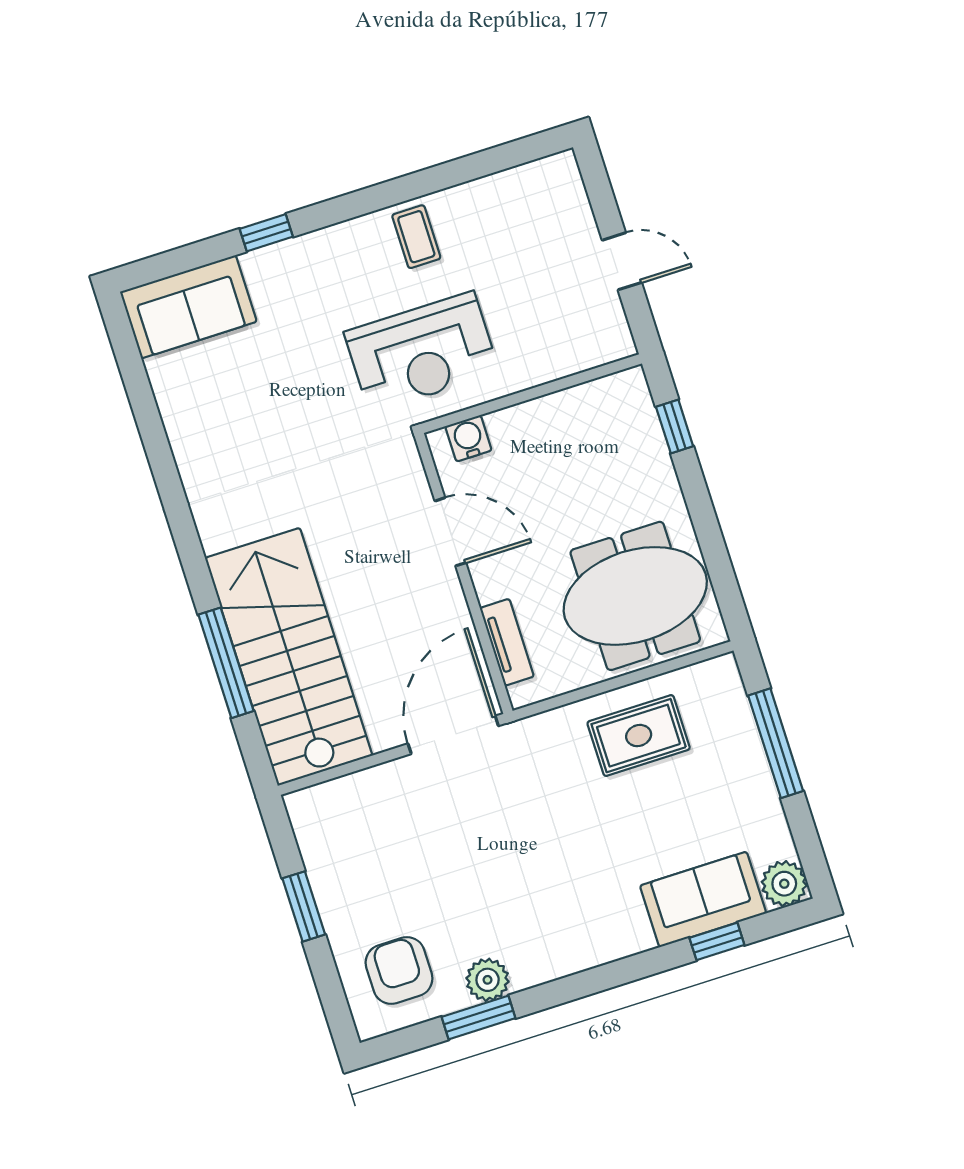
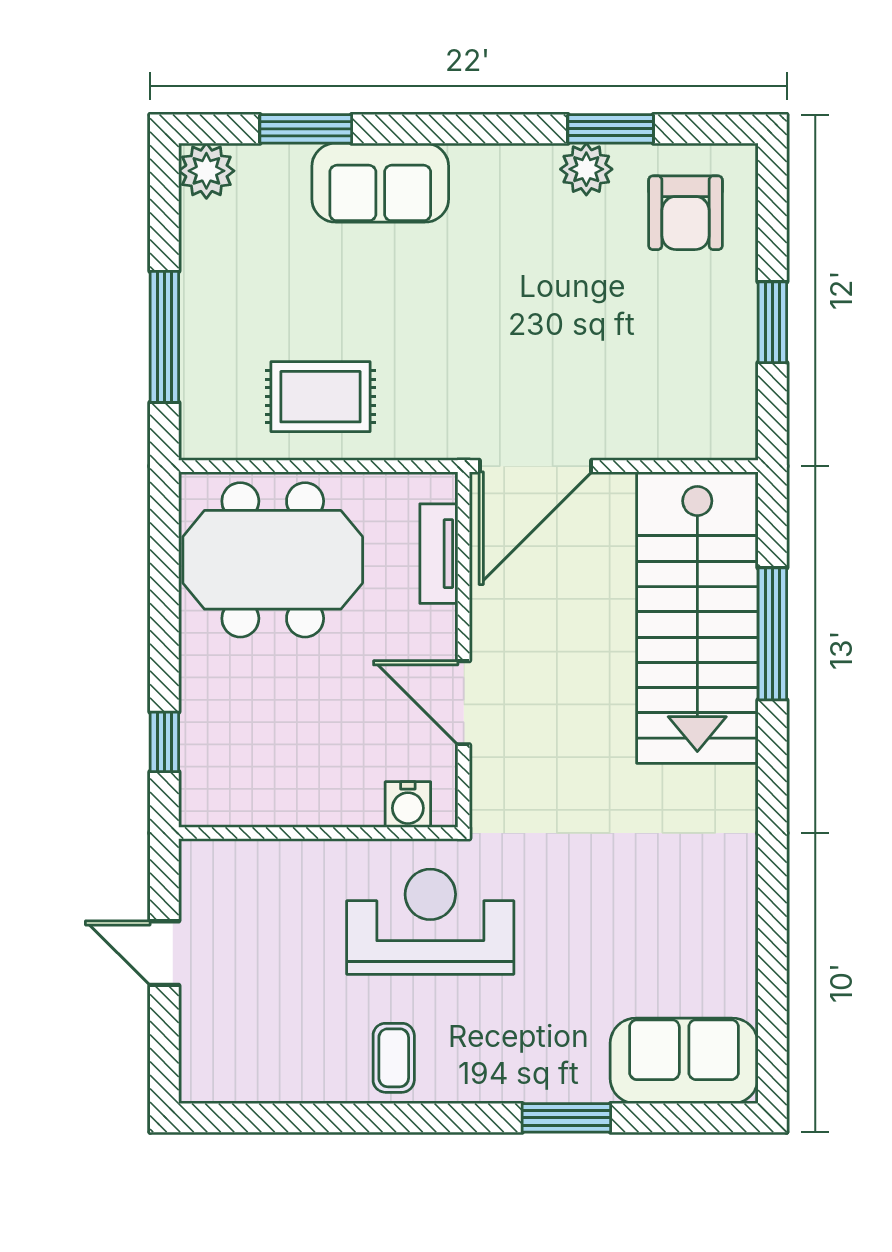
window: (266, 233) -> (566, 1118), width x1.50
sofa: (703, 899) -> (380, 183), moved
window: (717, 941) -> (306, 129), width x1.50

